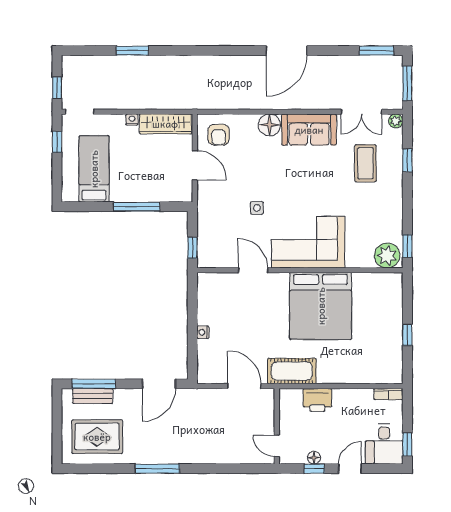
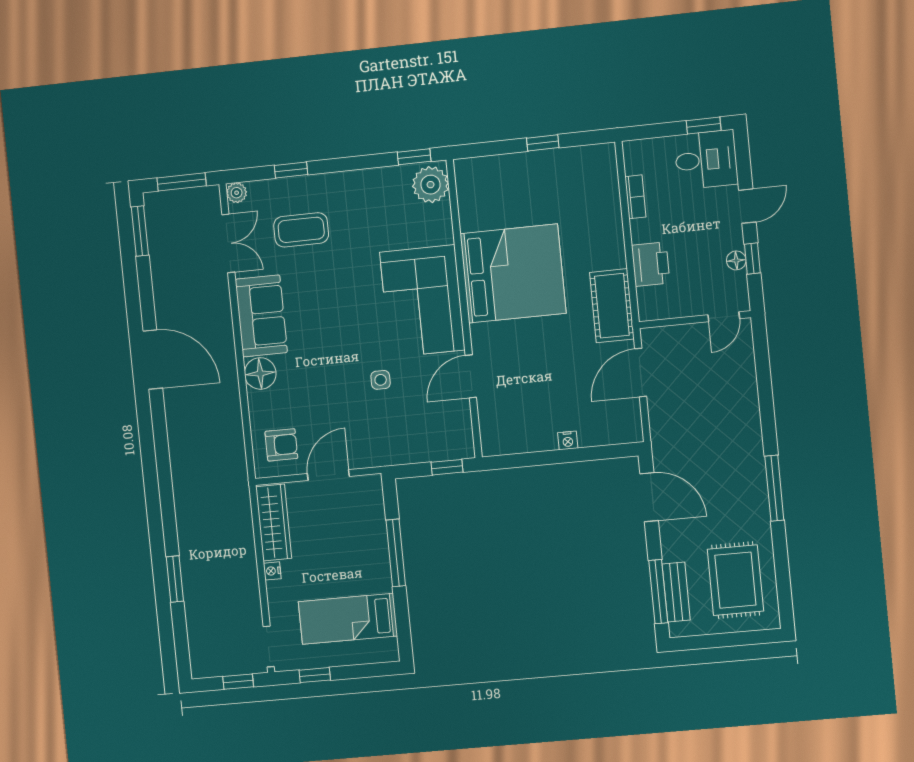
bookcase: (388, 394) -> (635, 197), moved
door: (350, 469) -> (747, 206), swing flipped

